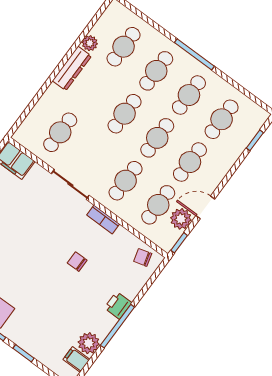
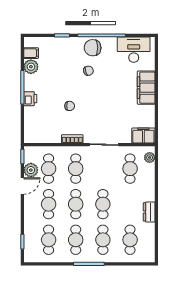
plant: (90, 43) -> (150, 158), moved
dresser: (72, 68) -> (149, 212), width x0.70
chair: (143, 257) -> (88, 71), moved

